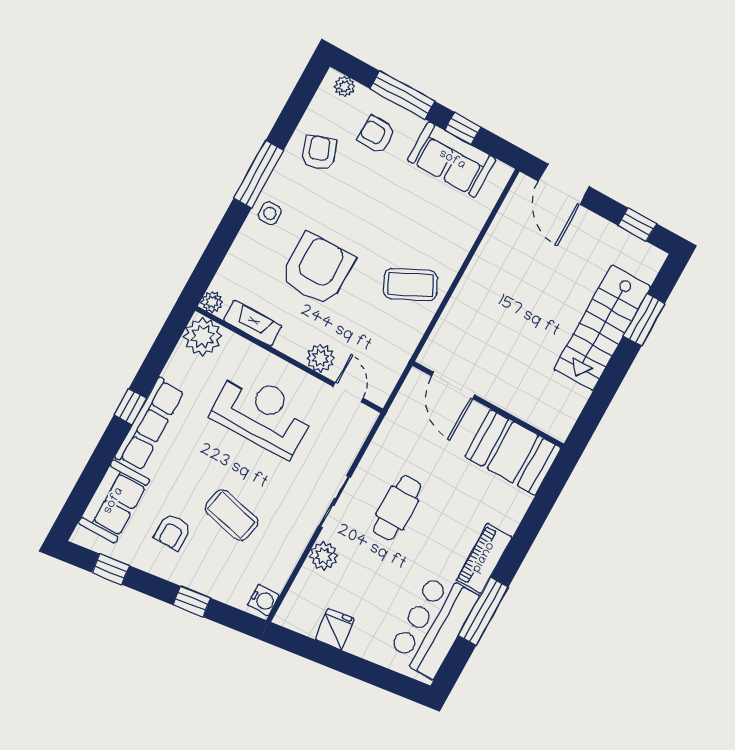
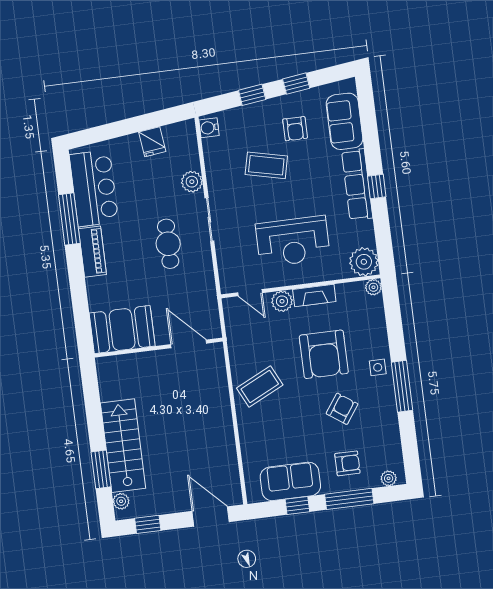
armchair: (319, 153) -> (342, 409), moved, turned -125
plant: (648, 270) -> (121, 501), added
fireplace: (253, 323) -> (314, 295), moved
armchair: (172, 532) -> (295, 129), turned 180
window: (111, 569) -> (296, 84), moved

